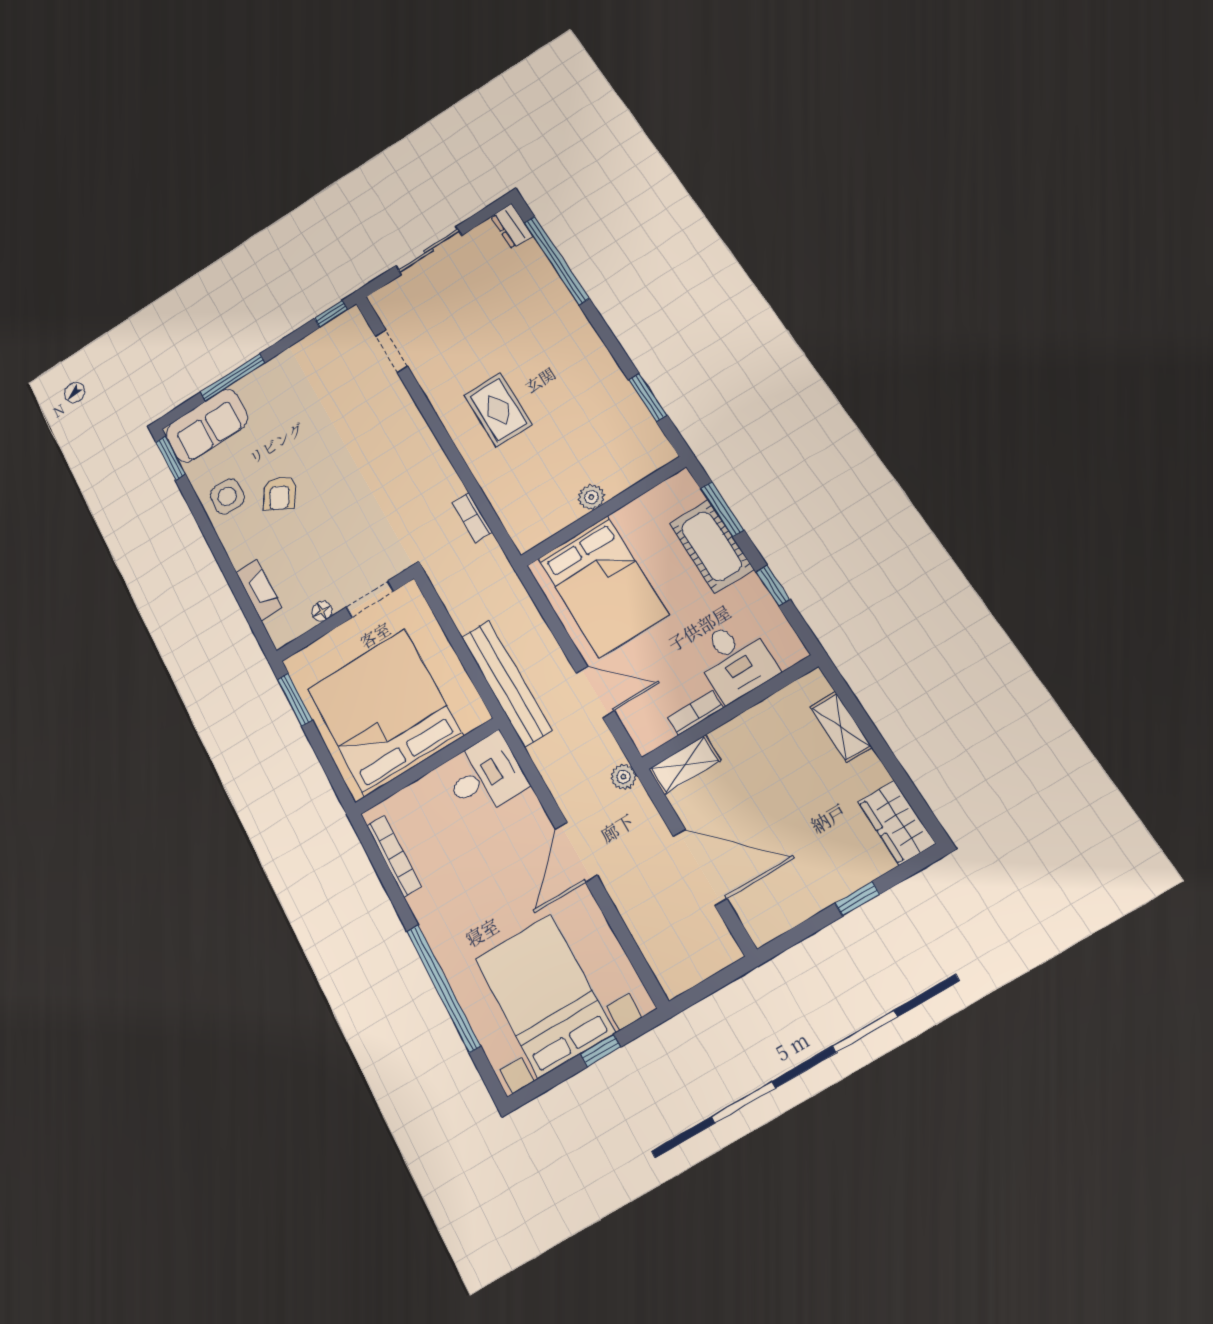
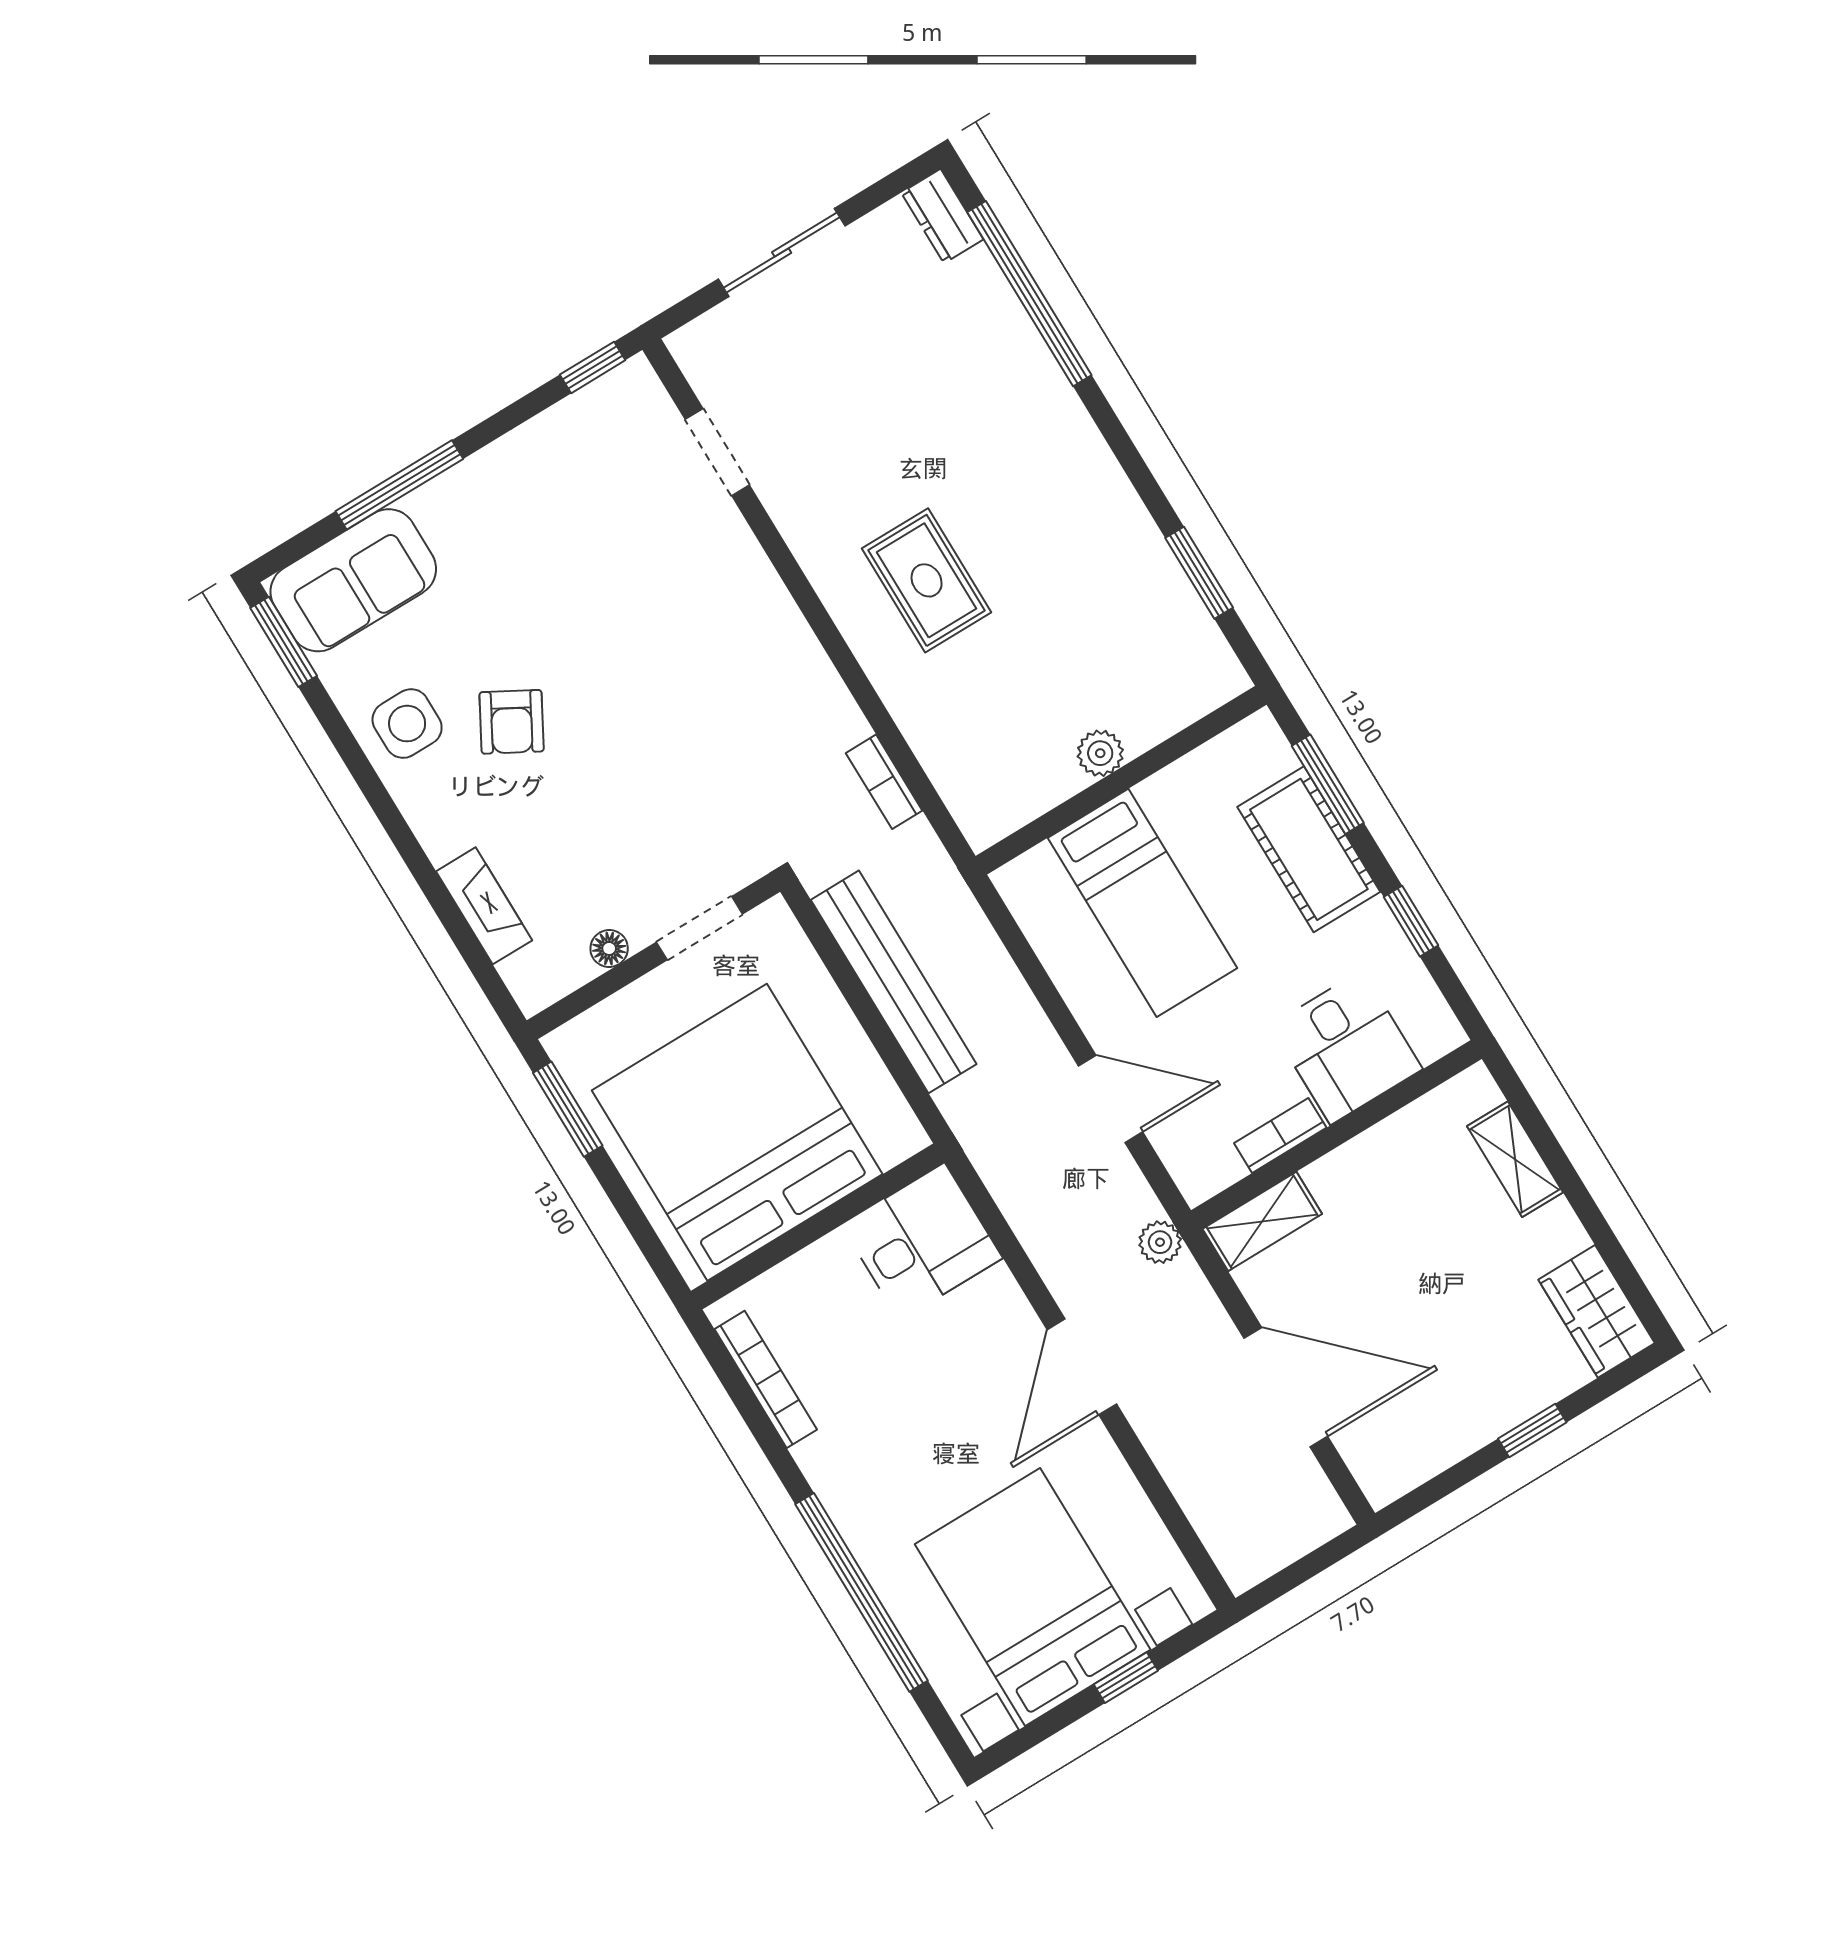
bed: (603, 586) -> (1142, 903), width x0.67
bench: (506, 683) -> (894, 982), moved

